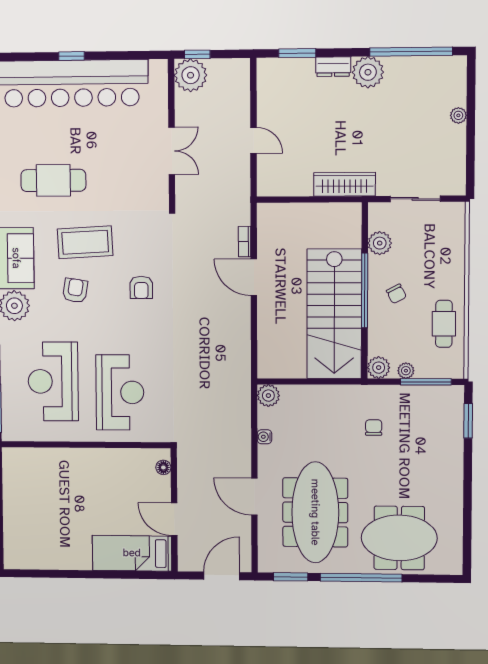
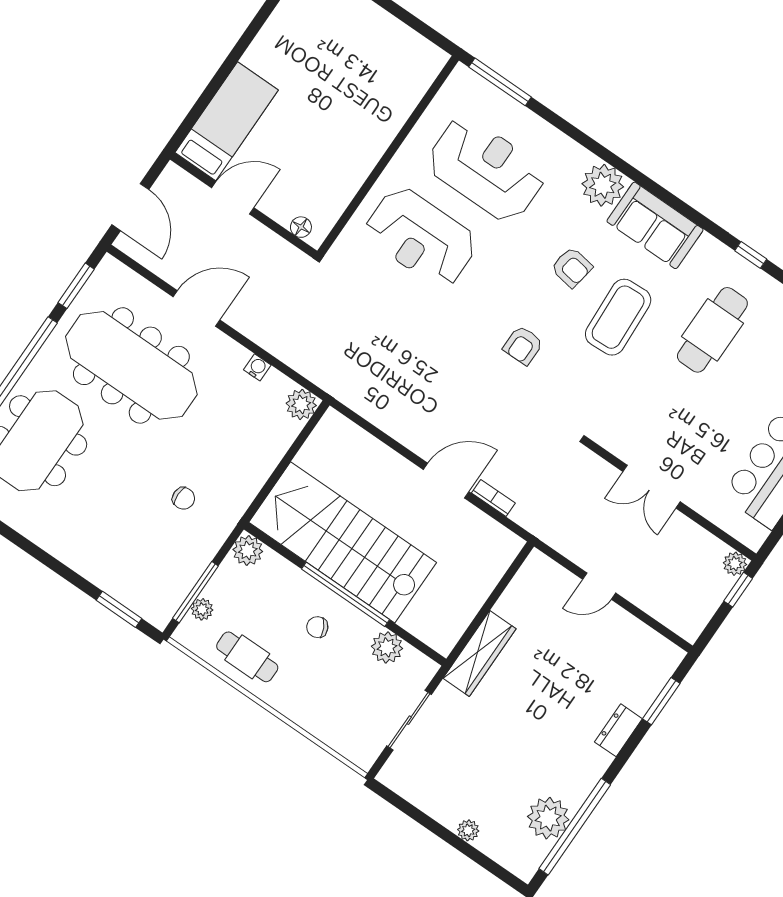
plant: (368, 72) -> (548, 818), moved
plant: (191, 75) -> (735, 564), width x0.53, depth x0.53
armchair: (141, 287) -> (523, 345), turned -90
plant: (406, 371) -> (202, 609), moved

